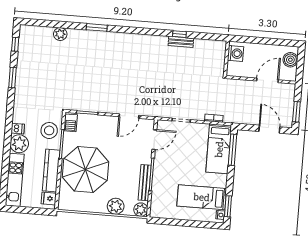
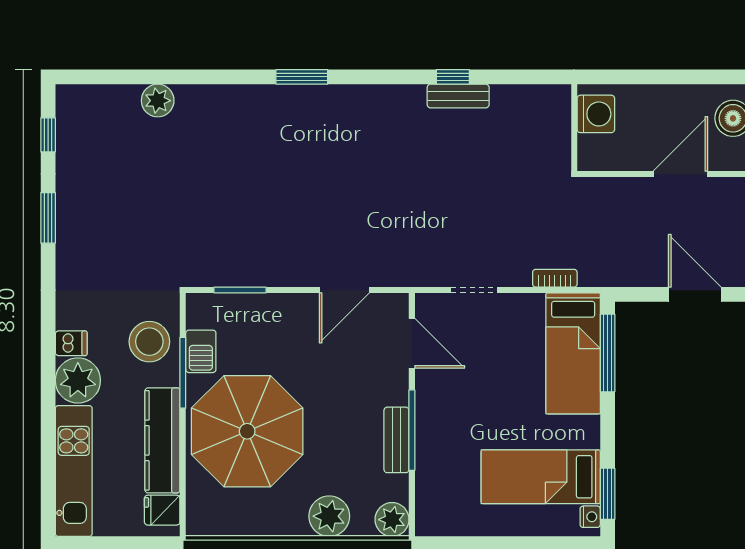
window: (97, 27) -> (302, 77), moved
barbecue: (71, 123) -> (201, 351), moved
door: (154, 140) -> (412, 343), hinge flipped
bench: (145, 183) -> (396, 440), width x0.73

